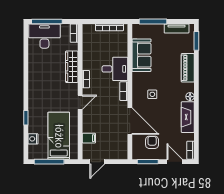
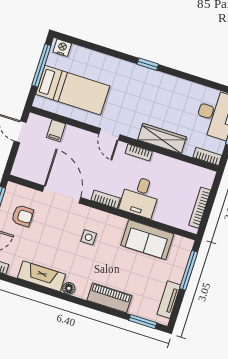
window: (26, 118) -> (148, 64), moved
door: (130, 121) -> (62, 194), swing flipped
nightstand: (33, 139) -> (62, 48), moved

